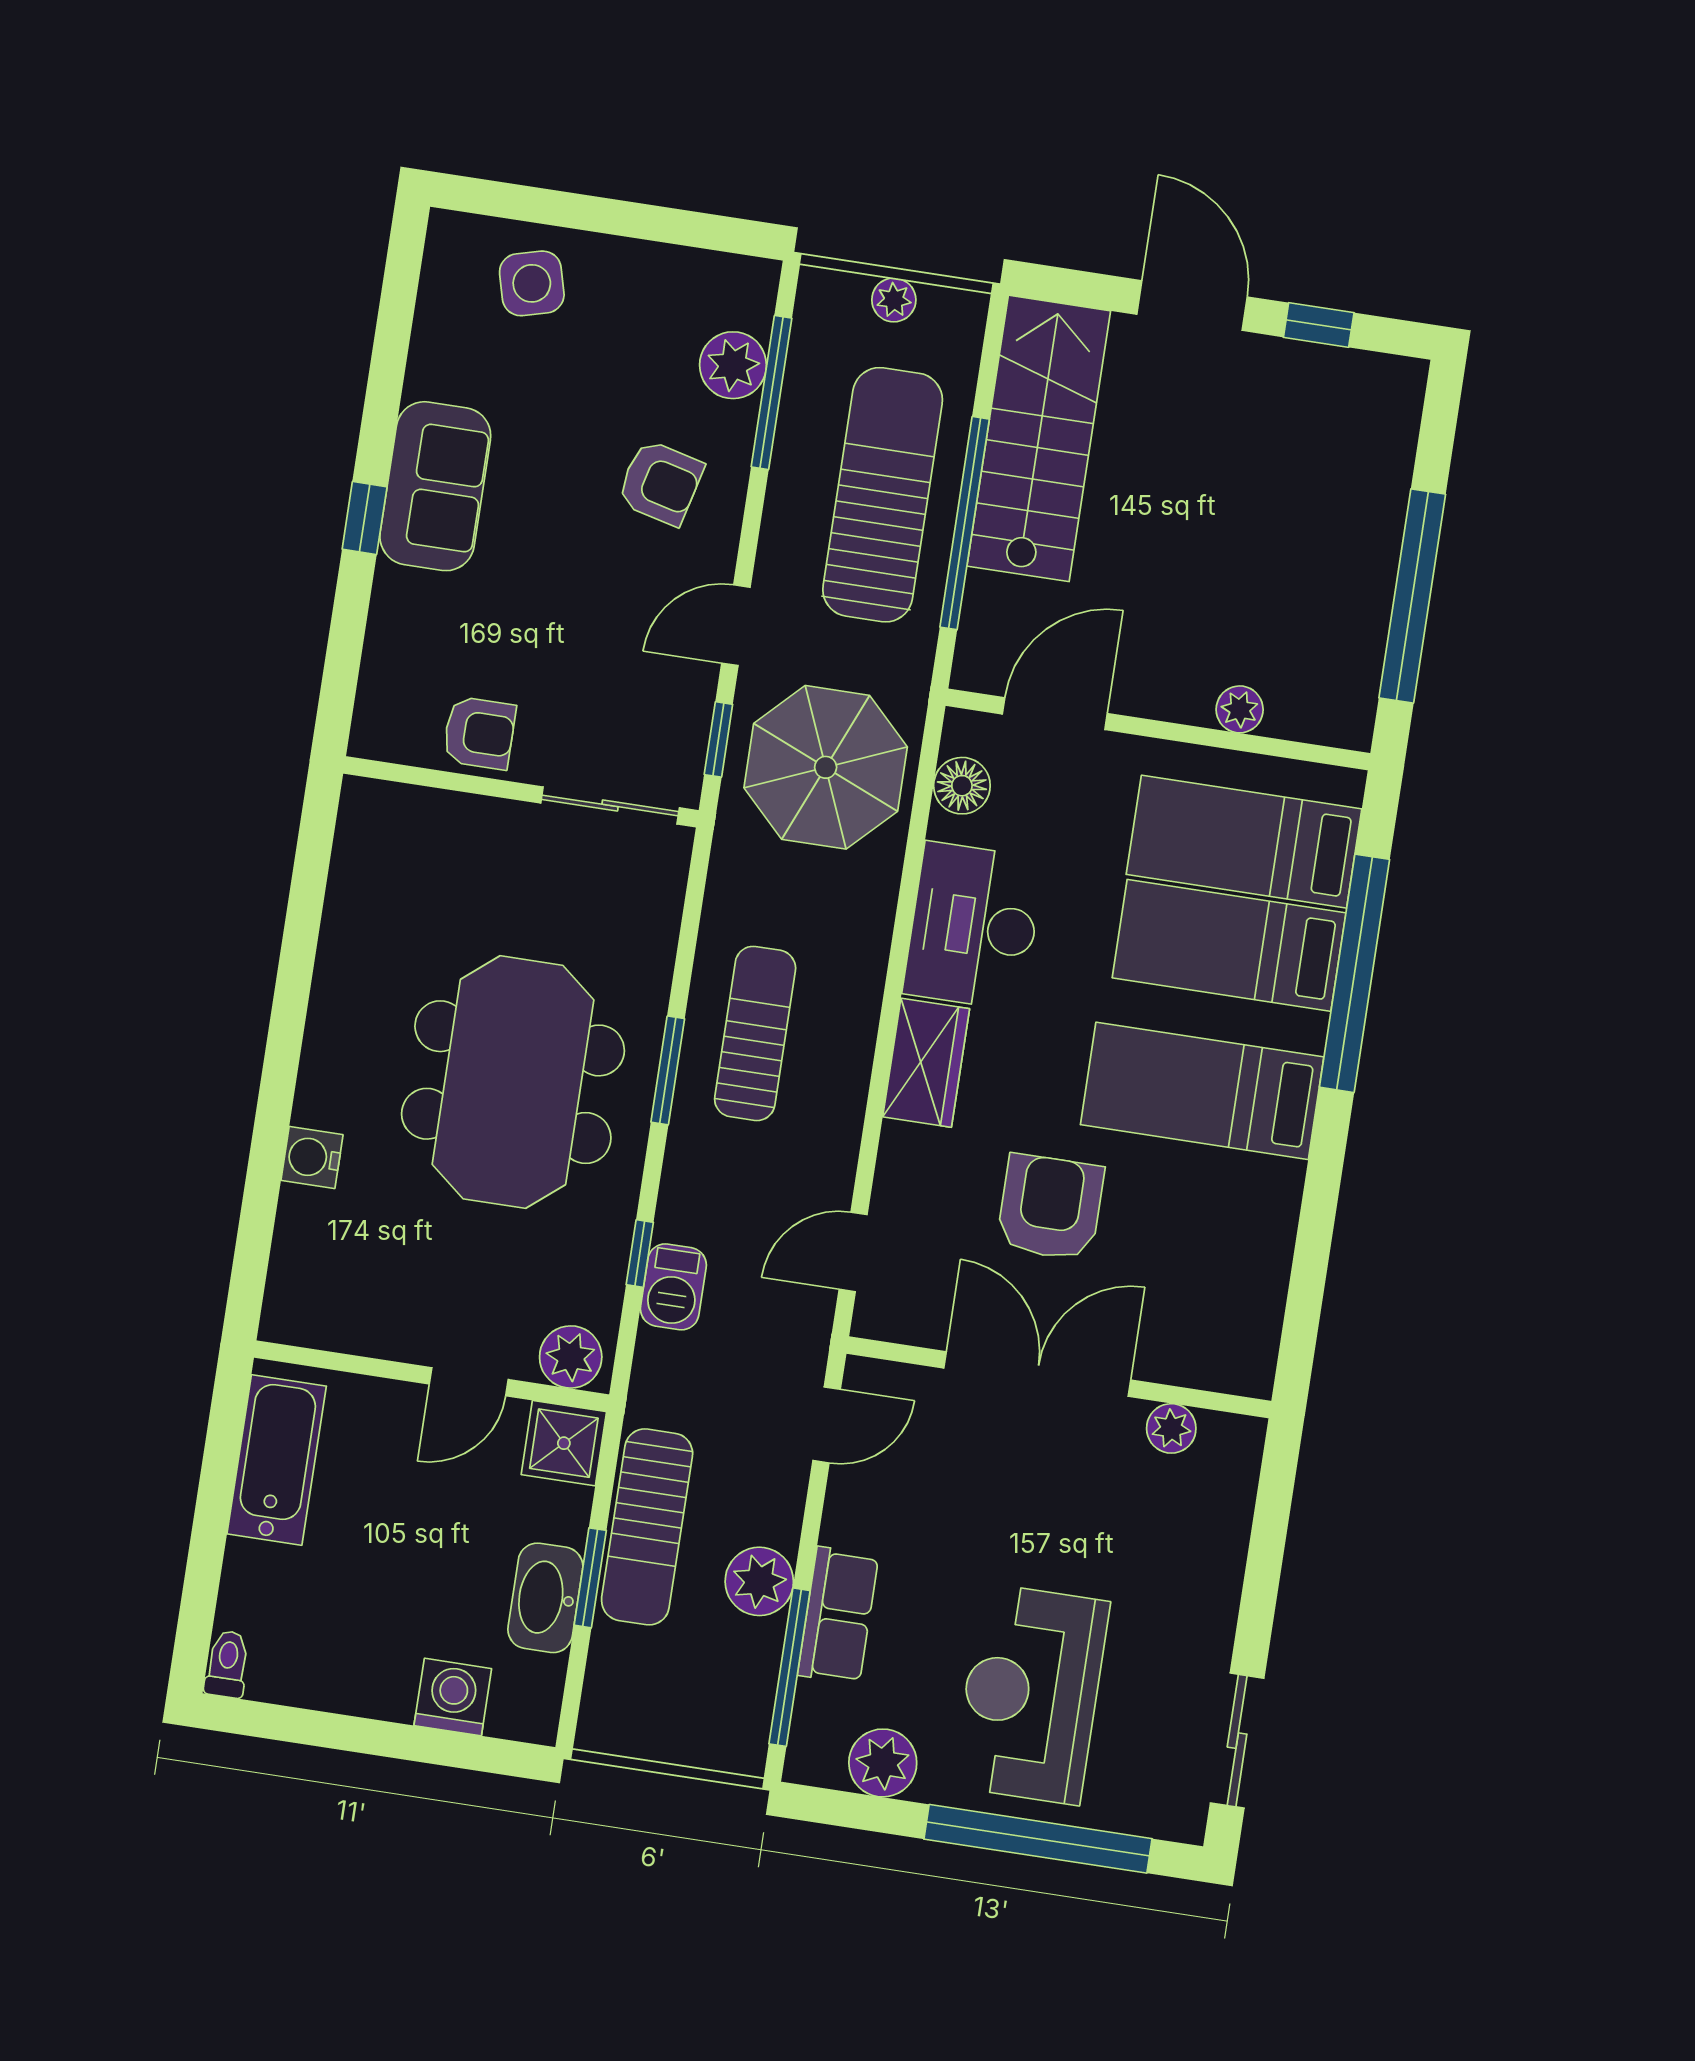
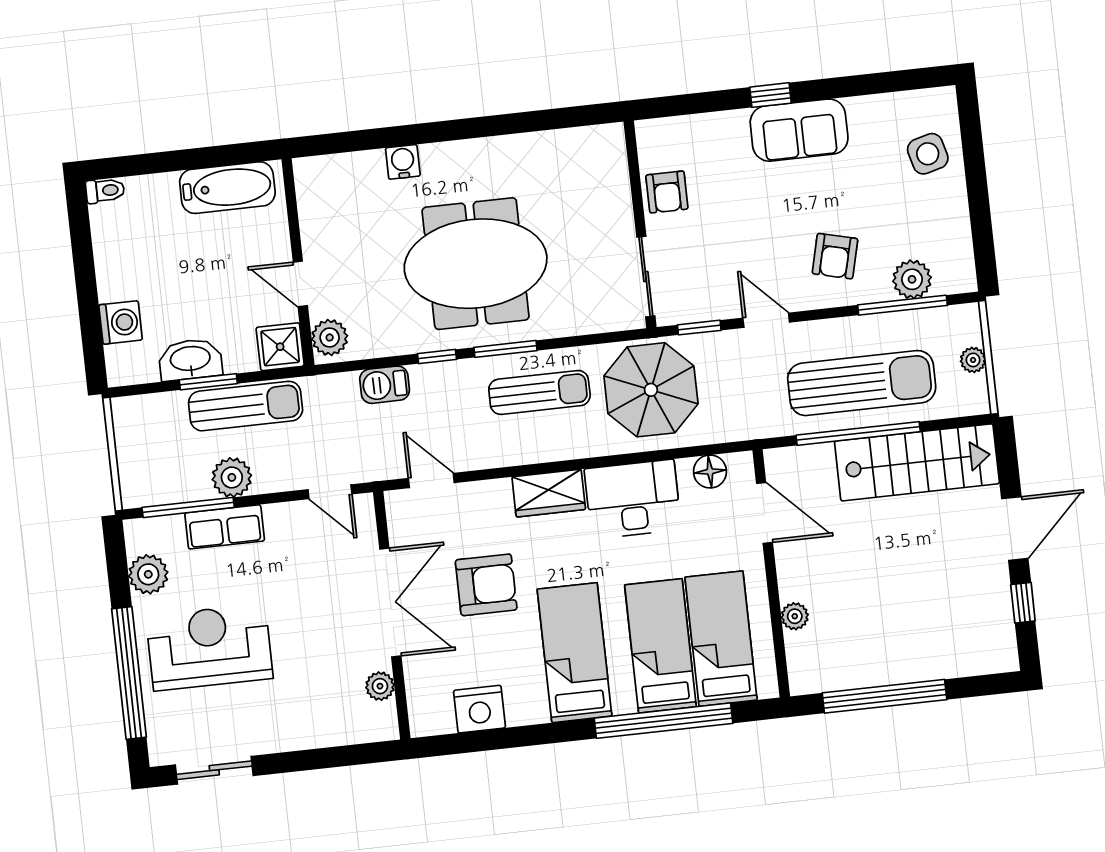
parasol: (826, 767) -> (651, 390), moved
window: (640, 1254) -> (437, 357), moved
nightstand: (1254, 1274) -> (479, 709), added
sun lounger: (647, 1527) -> (246, 406), turned 180

